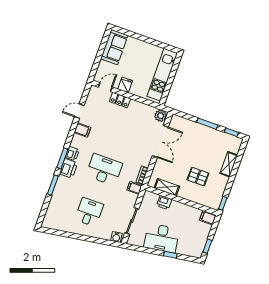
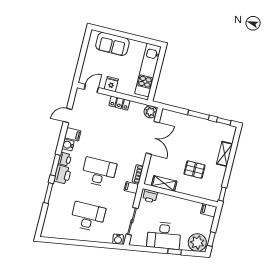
sofa: (114, 47) -> (112, 44), moved, turned 90
locker: (120, 100) -> (119, 103), moved
water cooler: (77, 140) -> (68, 145), added
printer: (164, 202) -> (150, 196), moved
desk: (89, 212) -> (88, 217), width x1.37
plant: (193, 248) -> (197, 243), added

